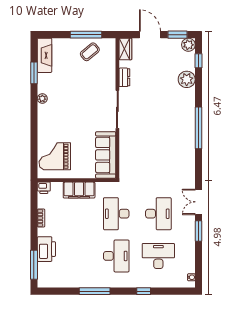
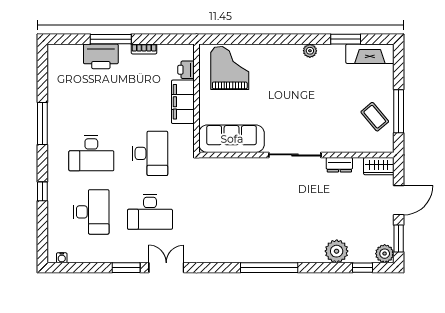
printer: (44, 188) -> (186, 70), moved
desk: (116, 214) -> (150, 153), turned 90
window: (34, 265) -> (111, 39), moved

